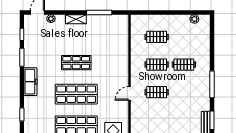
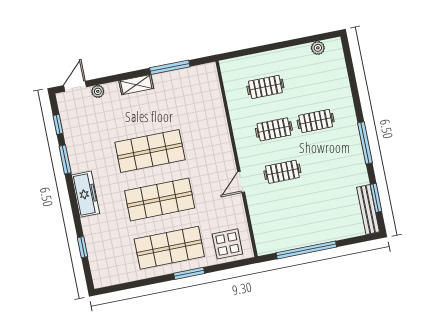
shop shelf: (76, 63) -> (150, 151), width x1.43, depth x1.36

